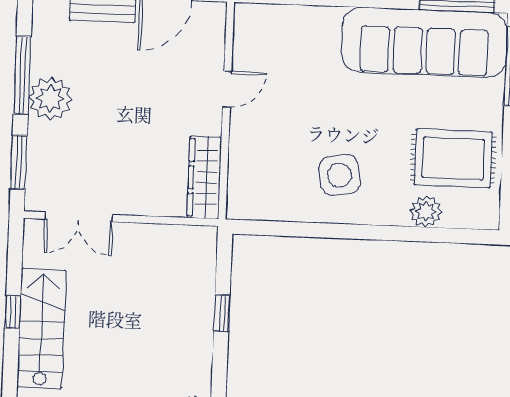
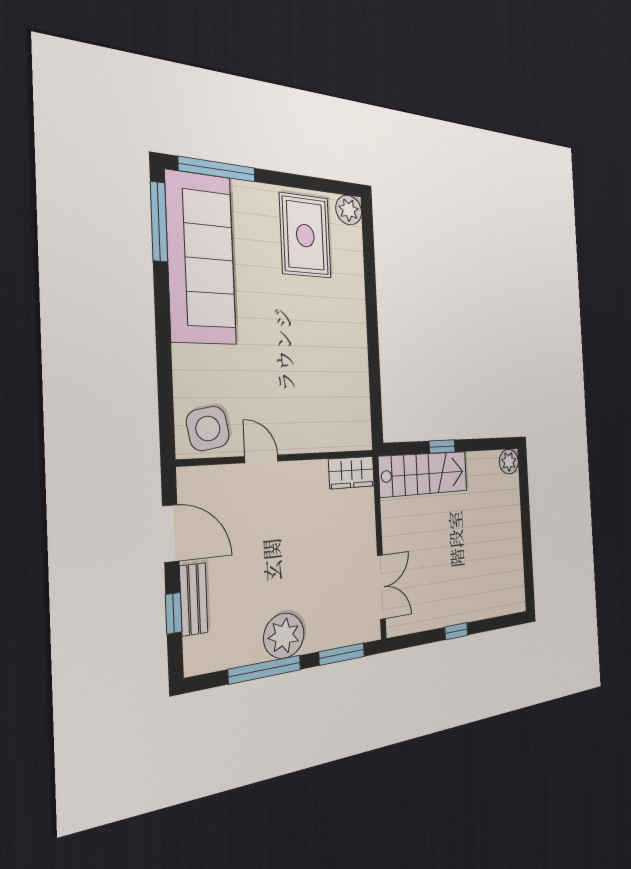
side table: (339, 175) -> (208, 428), moved
wardrobe: (204, 178) -> (352, 473), width x0.67
plant: (426, 211) -> (349, 210), moved
stairs: (42, 329) -> (424, 474), moved, turned 180

